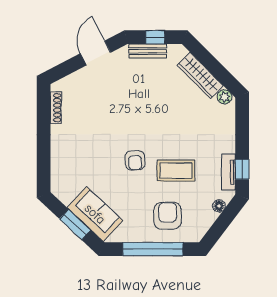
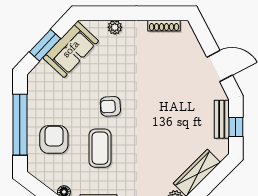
plant: (57, 156) -> (115, 27), added
sofa: (95, 214) -> (71, 49), moved
armchair: (168, 216) -> (54, 139), turned -90

